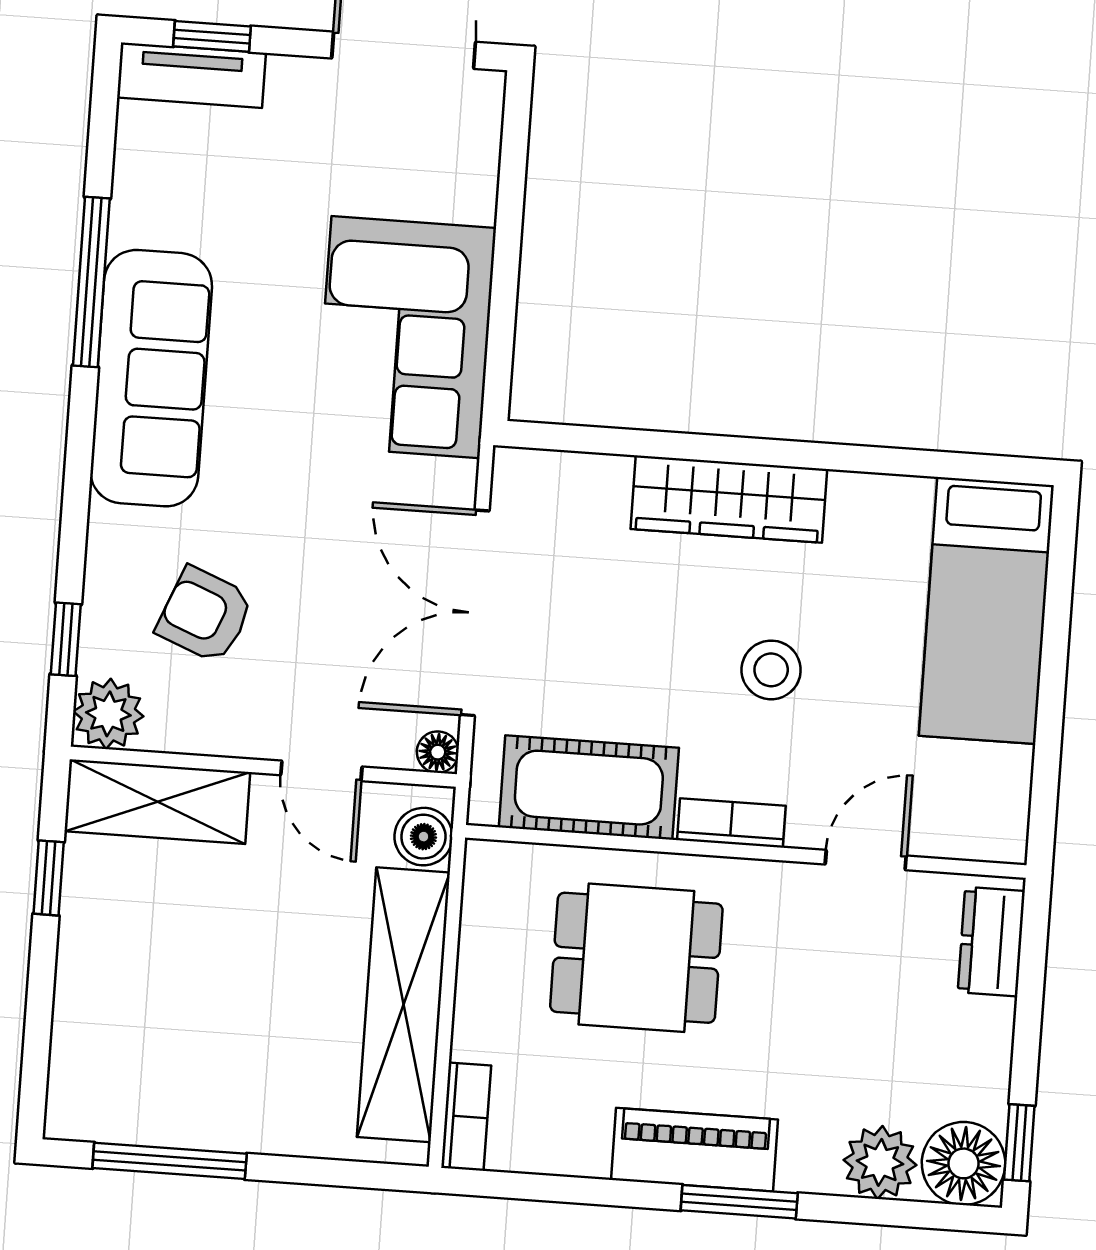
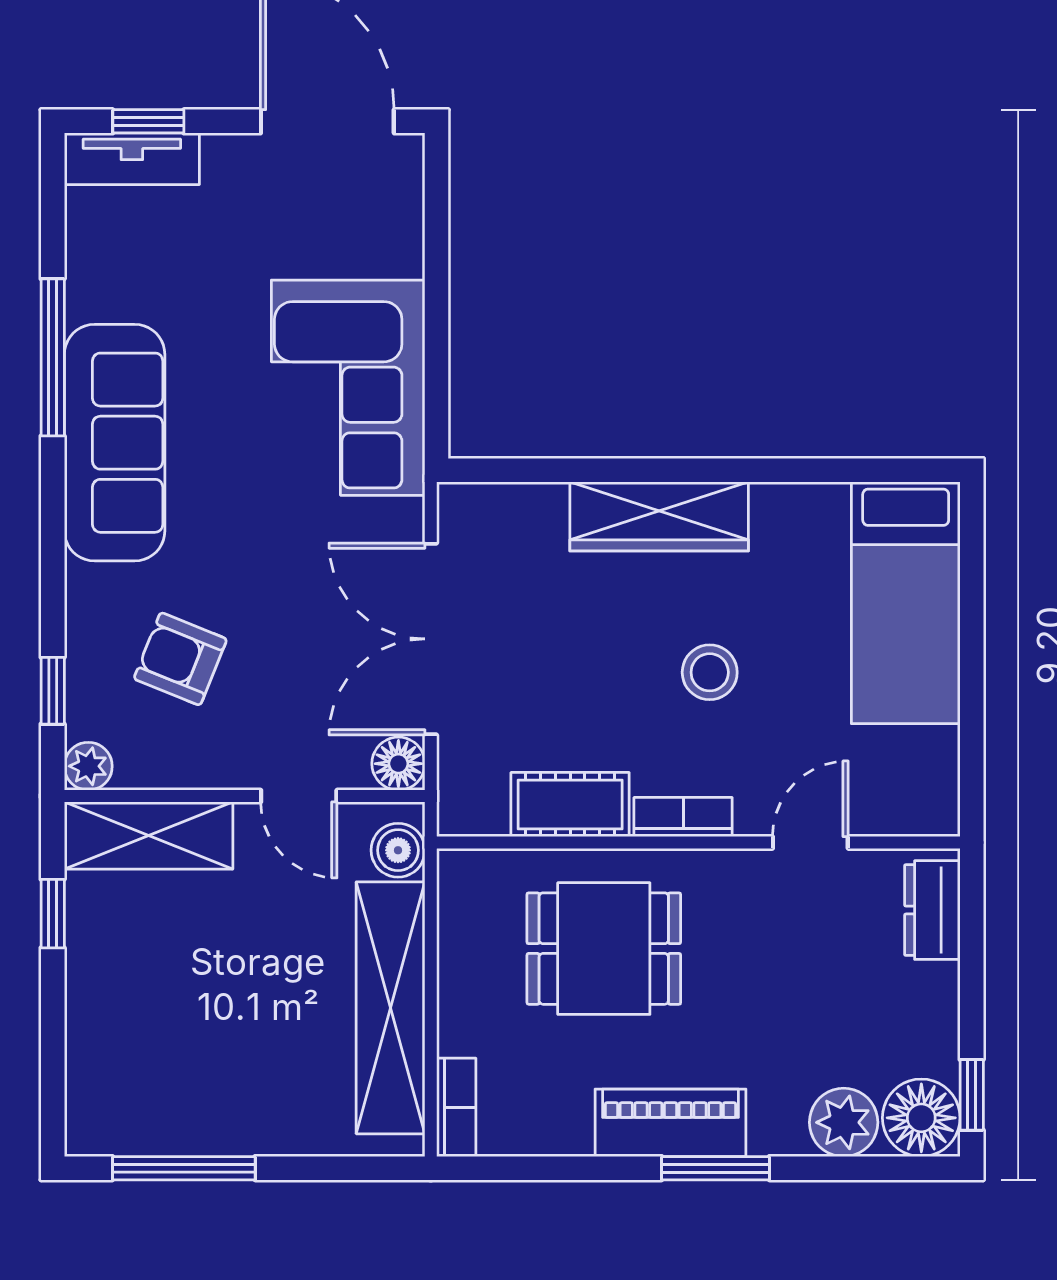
plant: (108, 714) -> (88, 766), width x0.73, depth x0.73
floor lamp: (438, 752) -> (398, 764), width x1.37, depth x1.37
cot: (589, 788) -> (570, 805), width x0.73, depth x0.75

